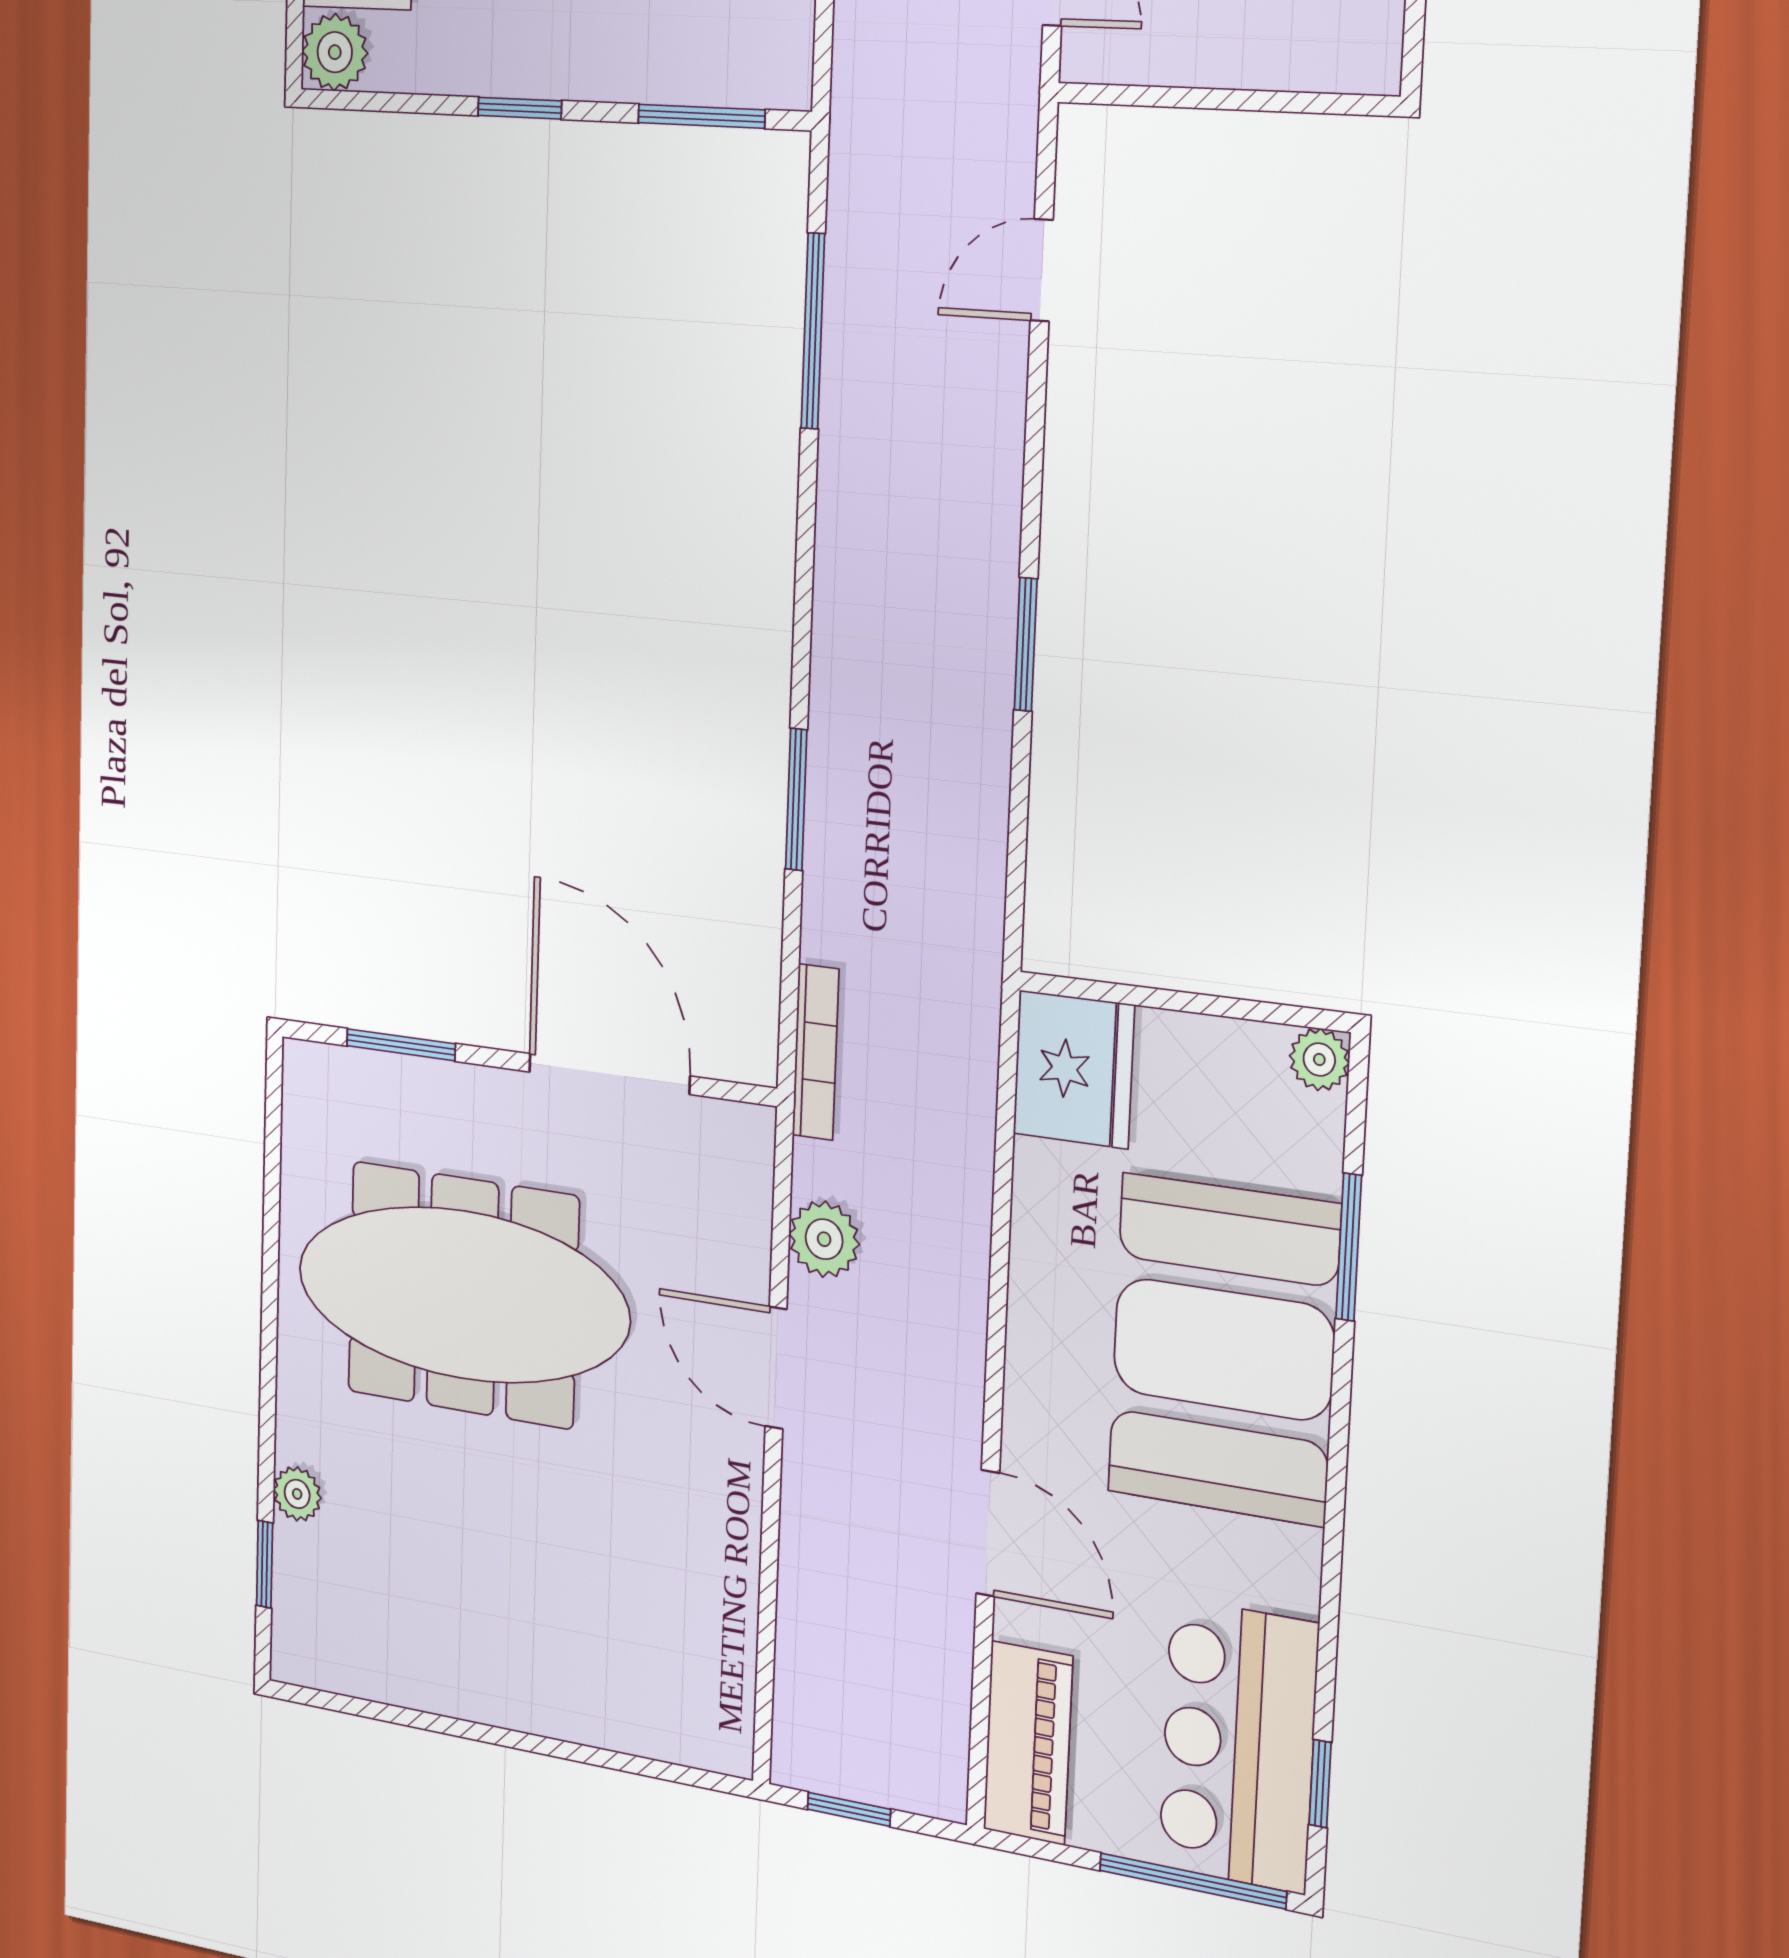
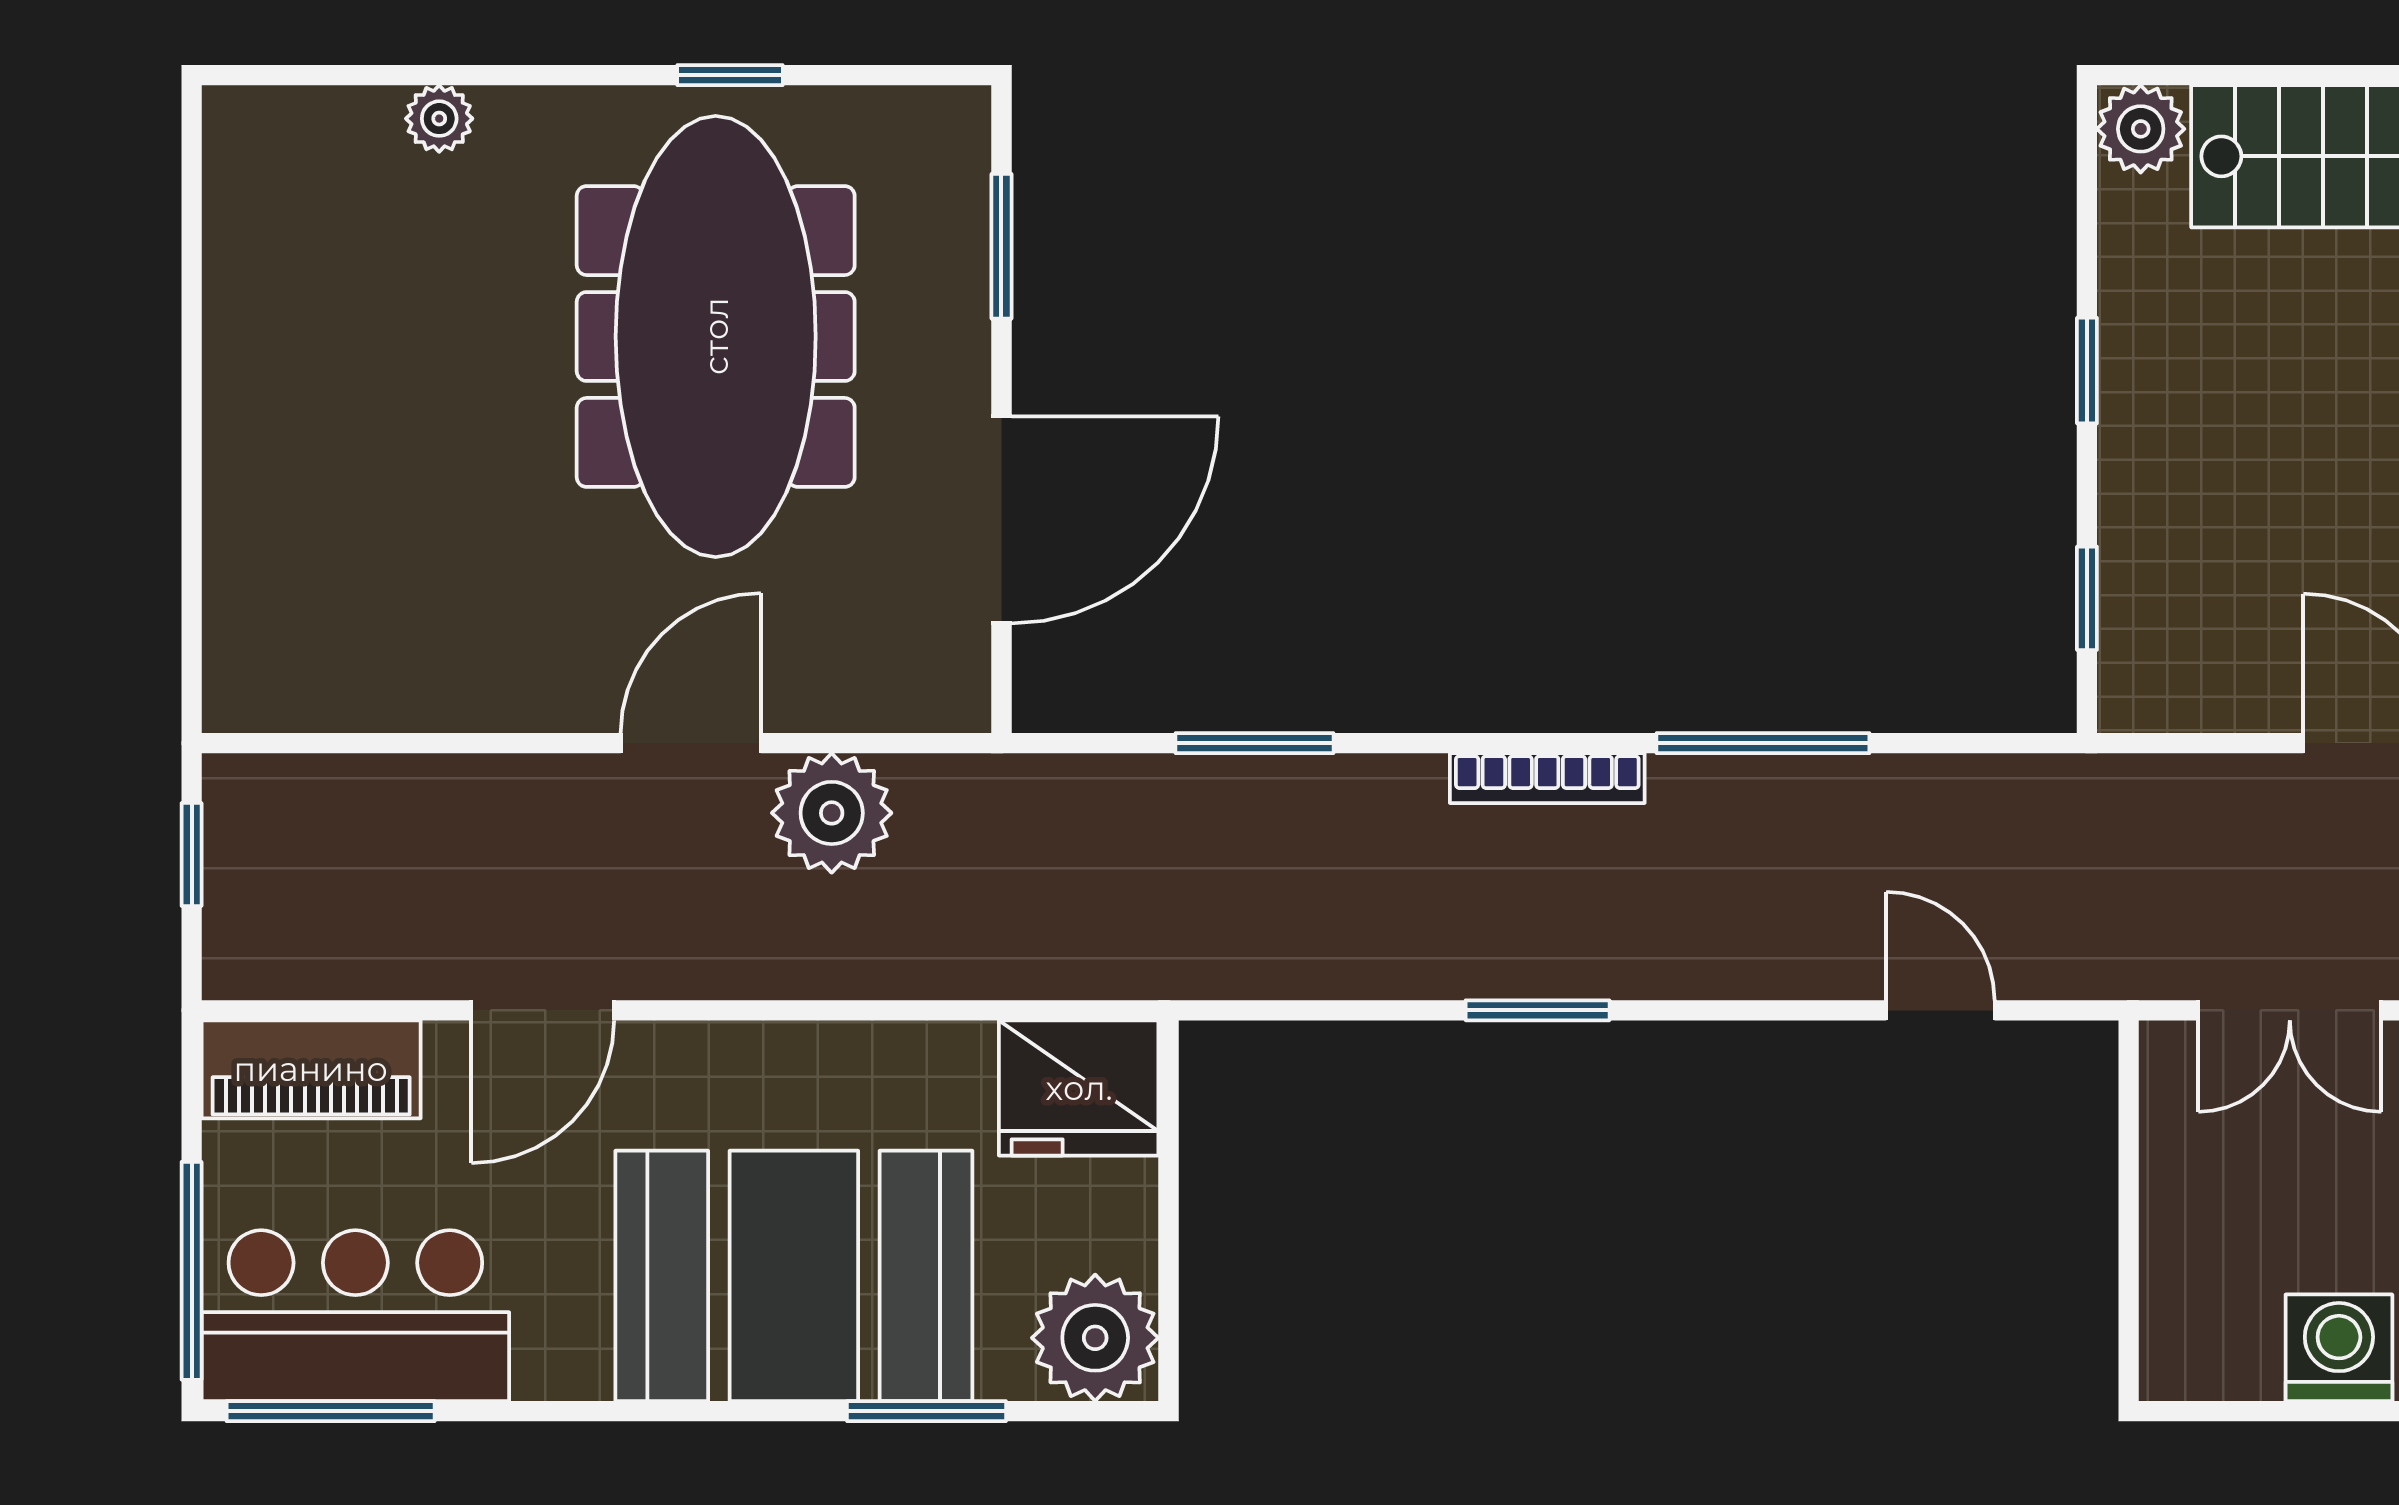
window: (701, 116) -> (2087, 598), width x0.67
window: (813, 331) -> (1763, 743), moved
window: (796, 799) -> (1255, 743), moved
bookcase: (816, 1052) -> (1547, 778), moved
plant: (1319, 1060) -> (1095, 1338), width x1.88, depth x1.88
plant: (824, 1239) -> (832, 813), width x1.36, depth x1.36
window: (265, 1564) -> (730, 75), moved
window: (1320, 1784) -> (331, 1411), width x2.17

